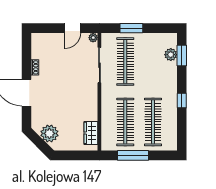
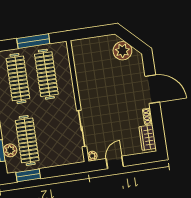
window: (131, 28) -> (28, 175), moved
clothes rail: (125, 62) -> (27, 140), moved
wardrobe: (91, 133) -> (148, 138), moved, turned 180

